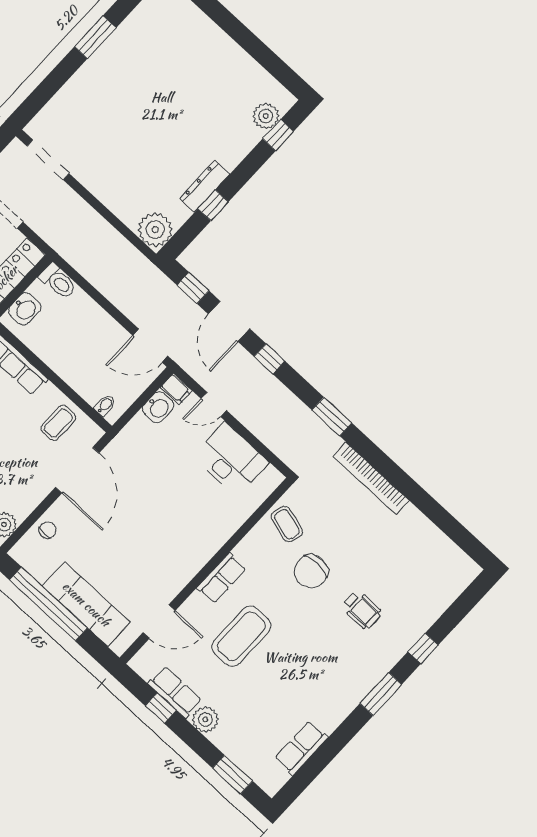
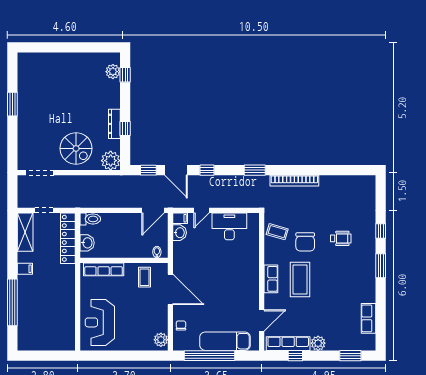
spiral stairs: (125, 172) -> (76, 148), added
coffee table: (241, 636) -> (300, 279), moved
row of seats: (175, 692) -> (288, 344), width x1.48

